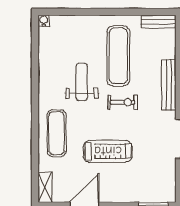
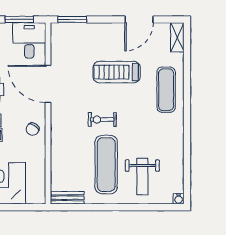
weight bench: (82, 82) -> (142, 177), moved
bench: (169, 85) -> (57, 136), removed

